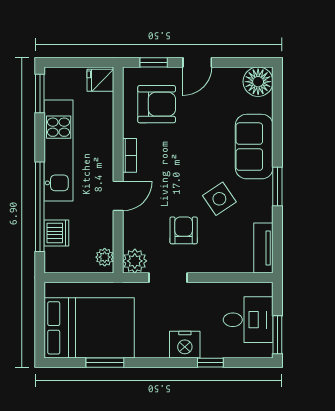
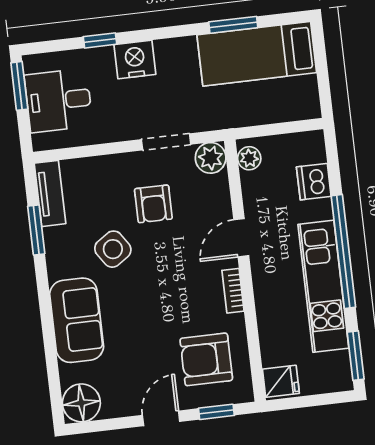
window: (277, 187) -> (36, 230), moved
window: (40, 207) -> (343, 251), moved
bed: (89, 328) -> (257, 54), width x0.67

